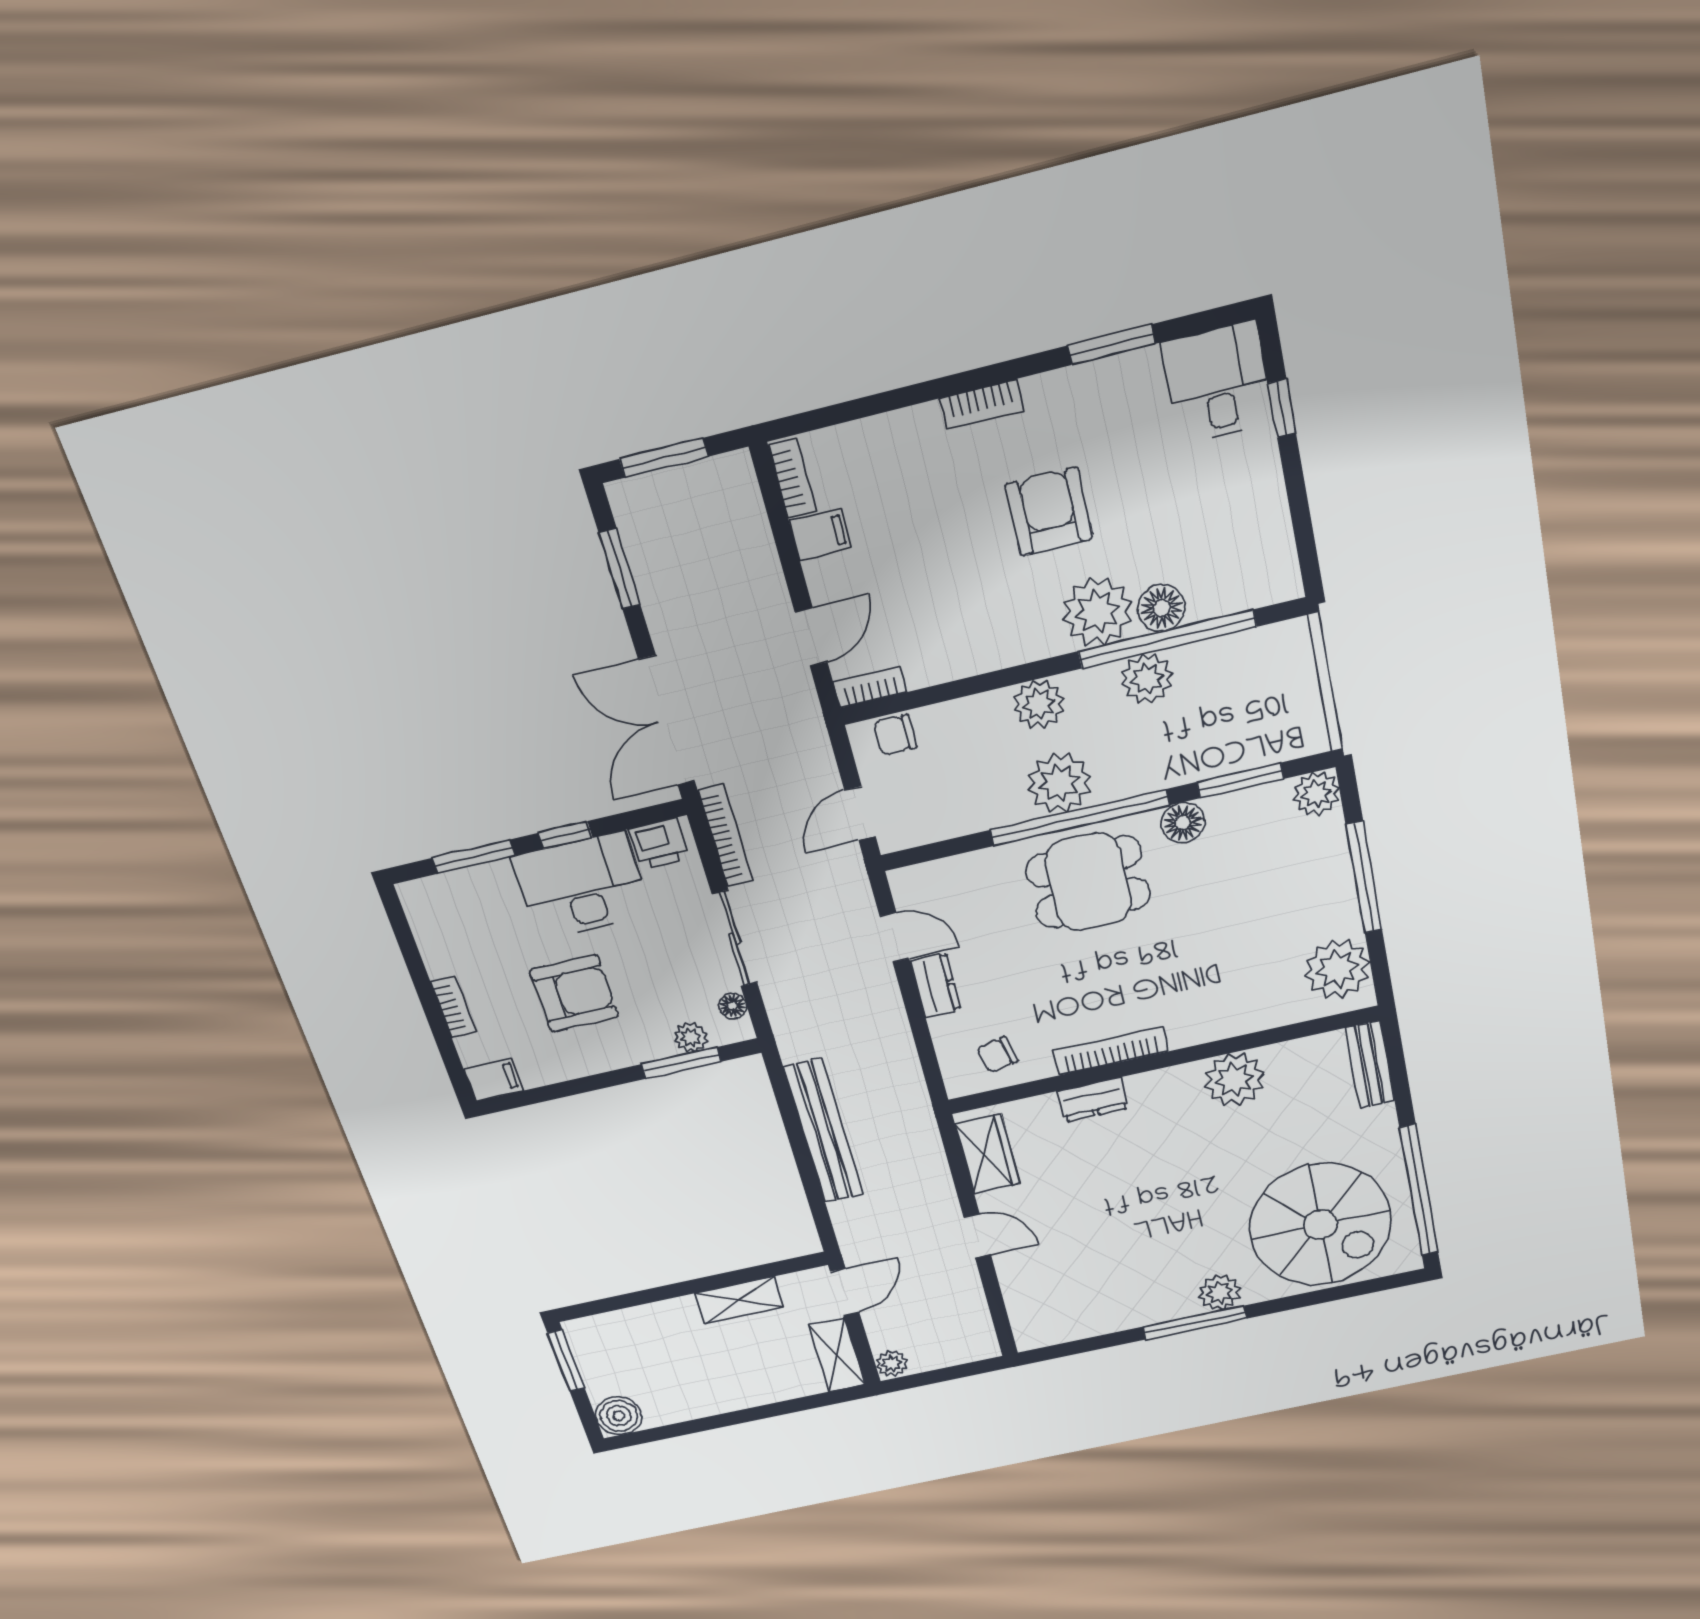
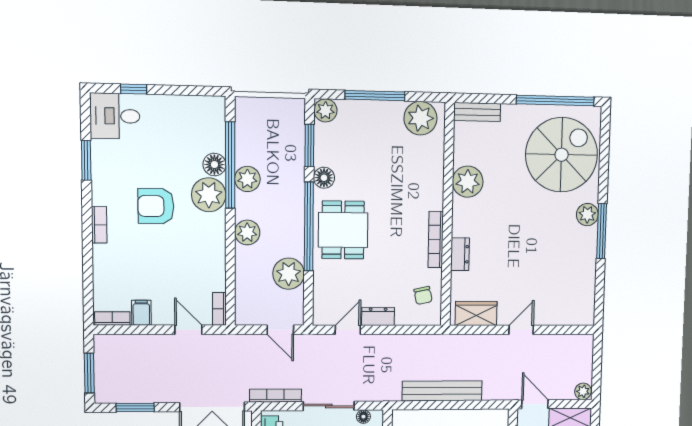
chair: (895, 735) -> (246, 303), removed
plant: (1059, 783) -> (289, 274), moved

